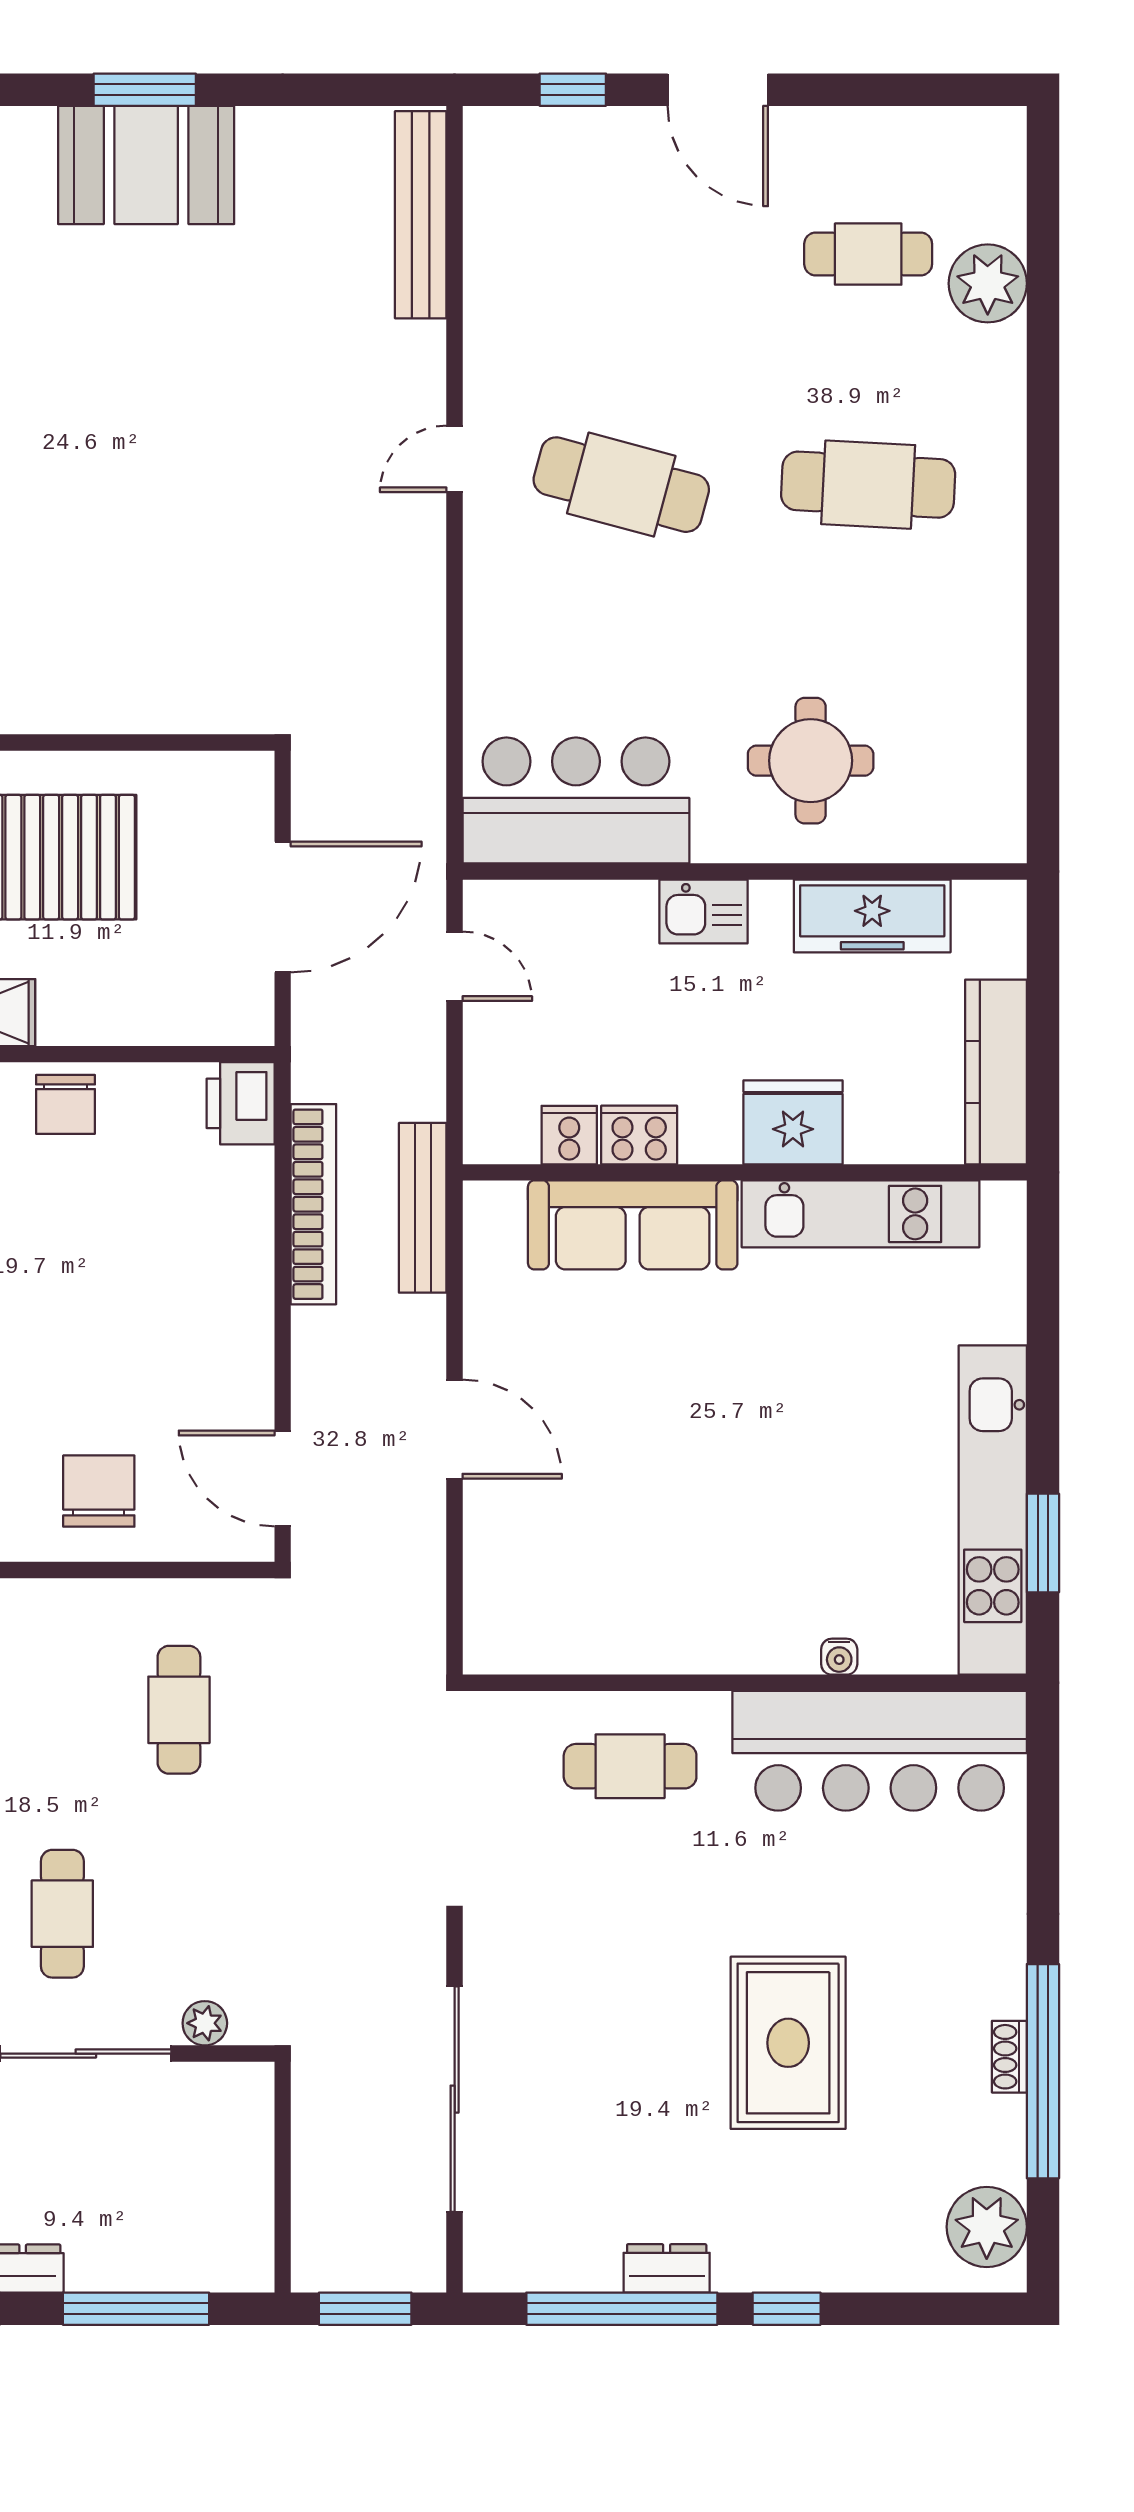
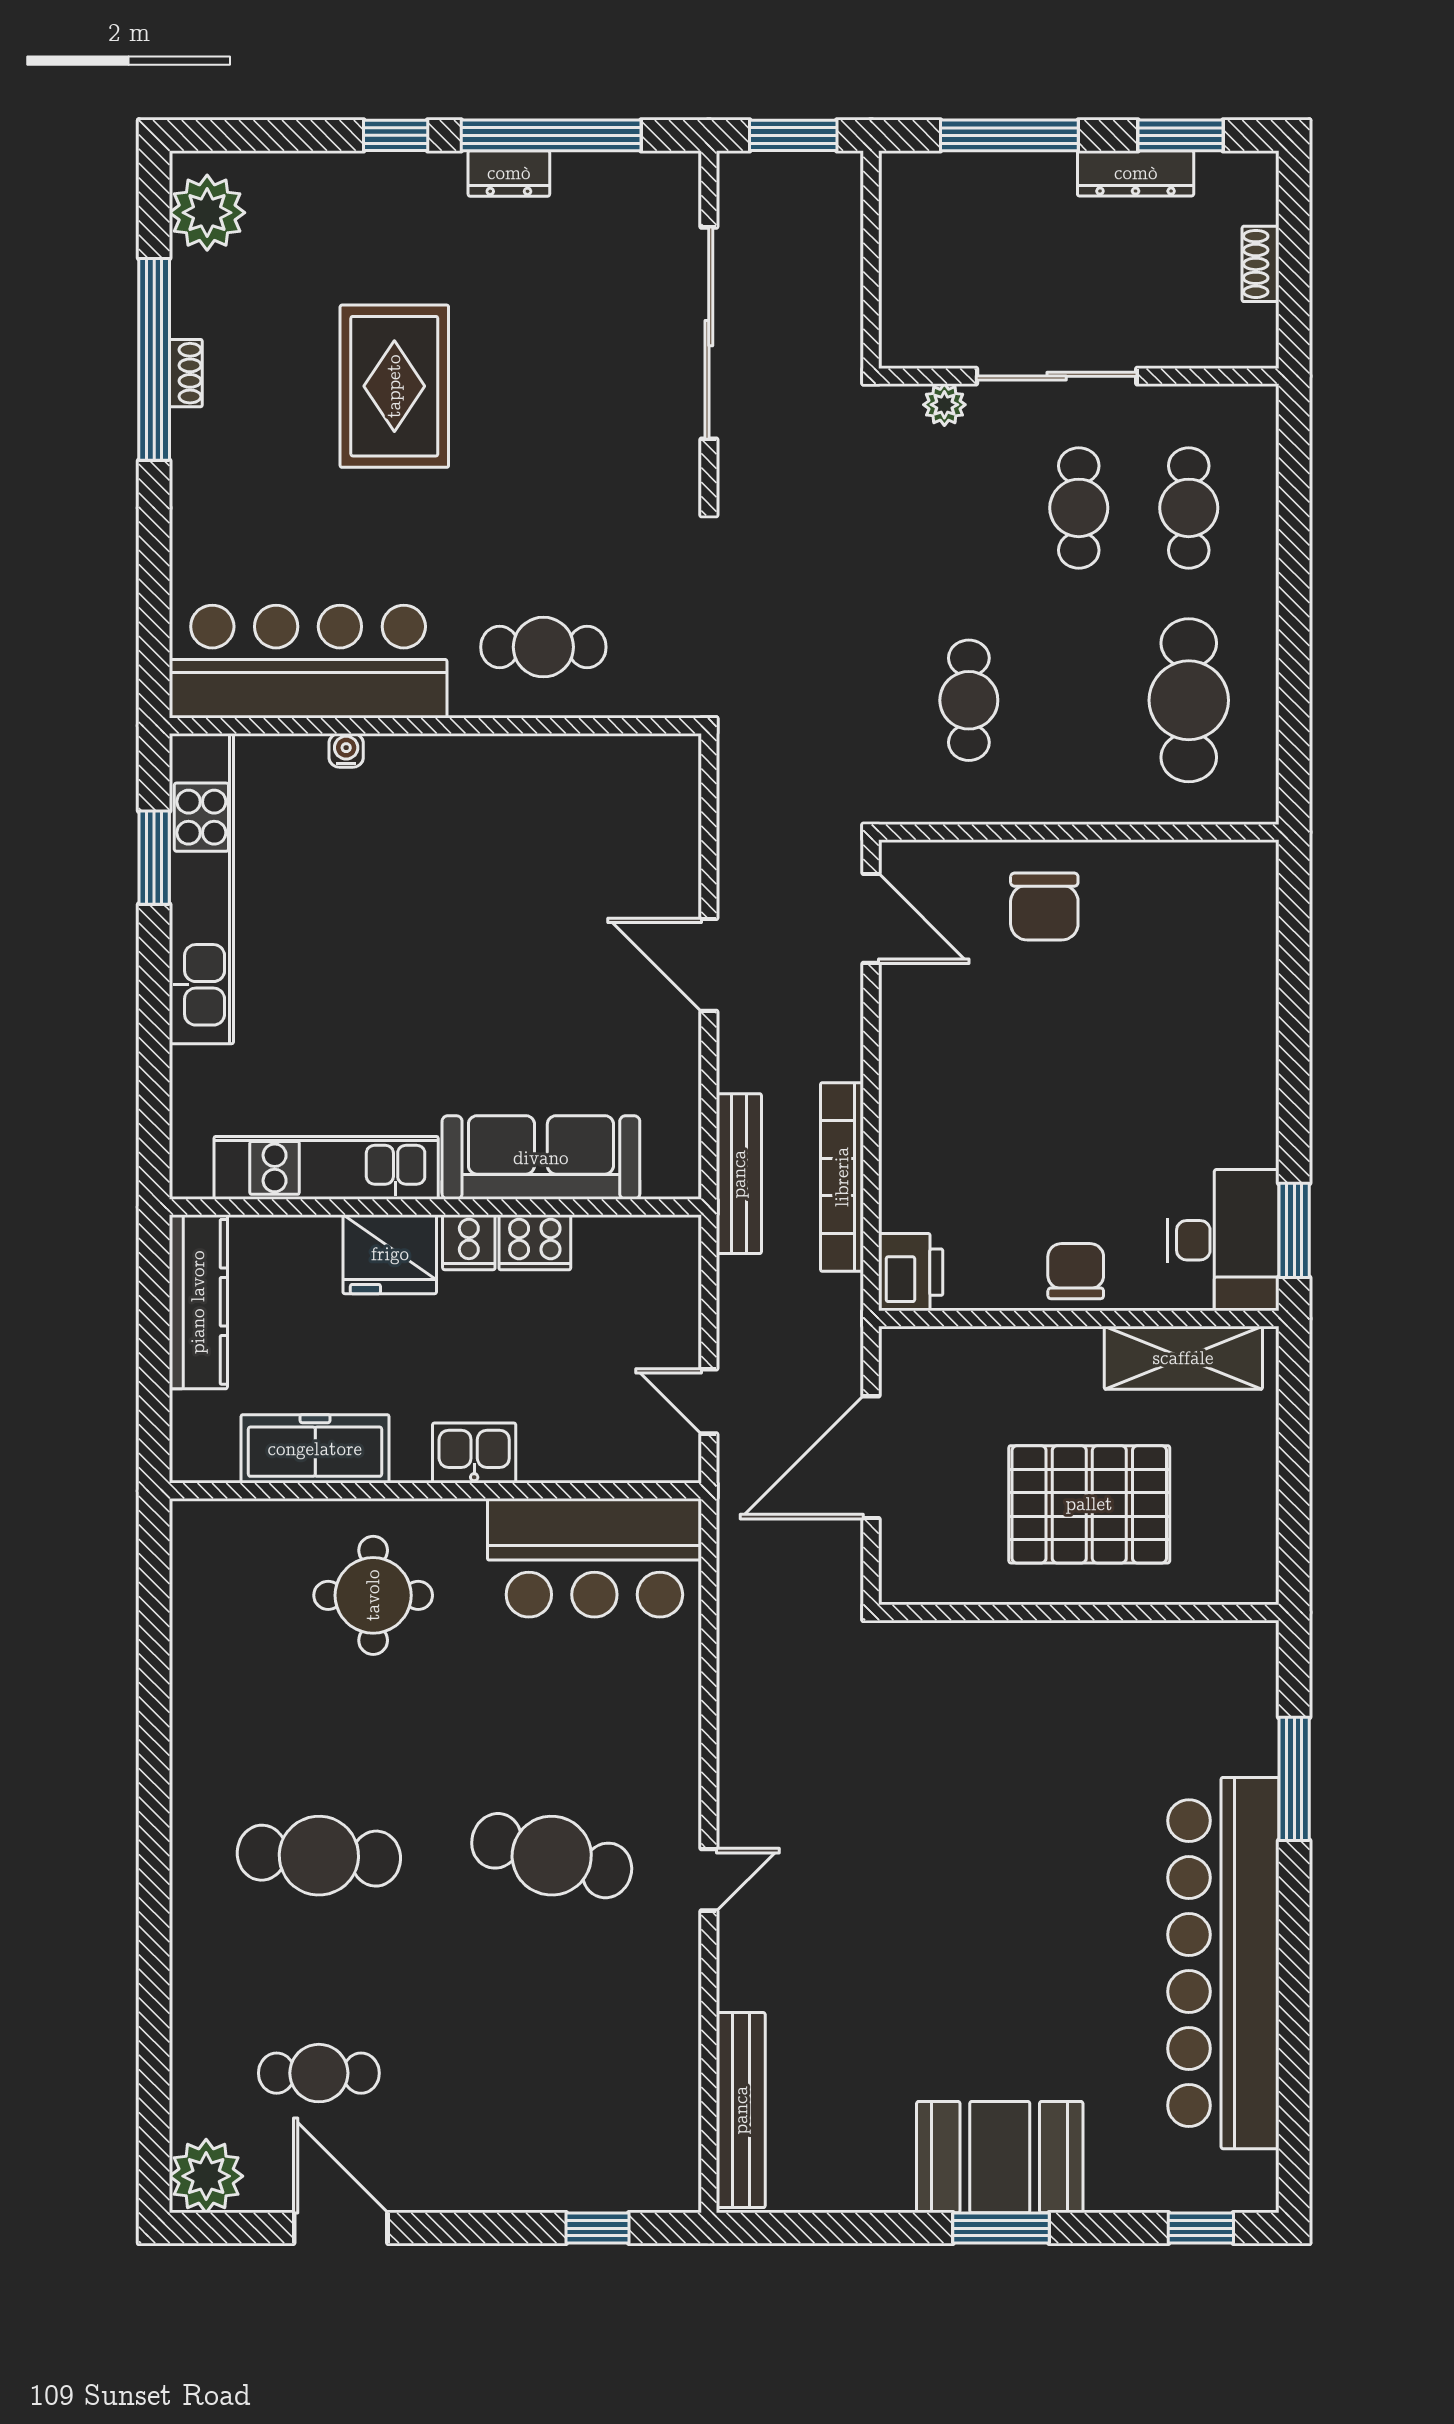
door: (718, 90) -> (341, 2228), moved
plant: (988, 283) -> (206, 2176), moved
cooker: (569, 1135) -> (469, 1242), moved

